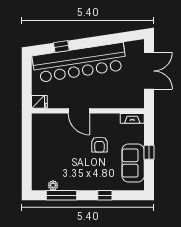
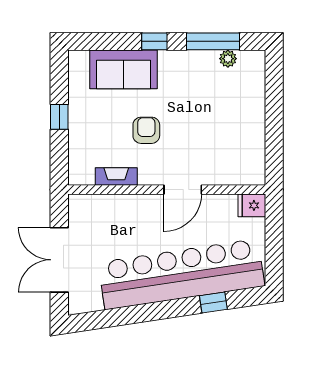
door: (79, 111) -> (183, 190), swing flipped
fireplace: (132, 118) -> (116, 176), moved
sofa: (133, 163) -> (123, 69), moved, turned 90
window: (105, 195) -> (154, 41), moved

